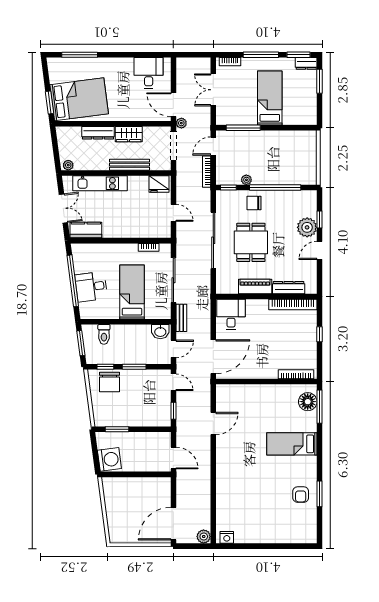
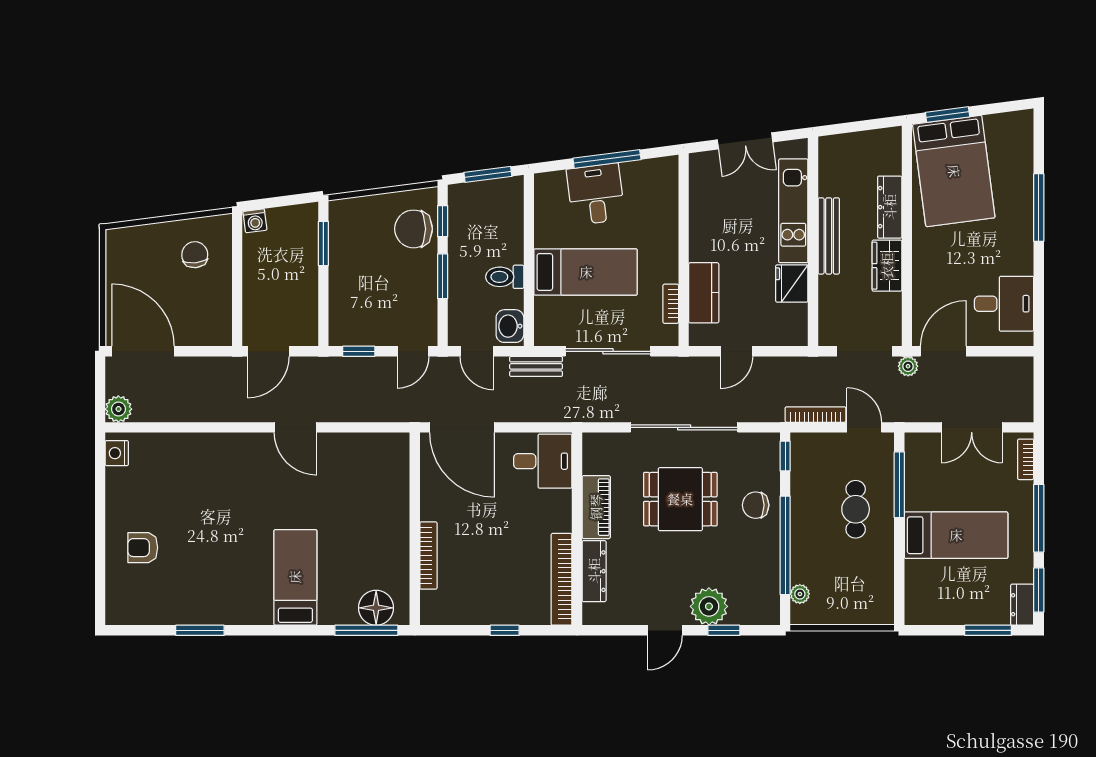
window: (80, 55) -> (1039, 208), moved
double door: (213, 90) -> (972, 427), swing flipped
cafe table: (256, 151) -> (856, 509), added
plant: (68, 165) -> (828, 150), removed
bench: (130, 165) -> (829, 236), moved
plant: (246, 180) -> (800, 594), moved
fridge: (159, 184) -> (792, 283), moved
chair: (254, 203) -> (756, 505), turned -90
kitchen counter: (86, 230) -> (704, 293), moved
door: (320, 250) -> (665, 630), swing flipped
window: (73, 281) -> (607, 159), width x0.68
toilet: (104, 334) -> (505, 277), moved
bookcase: (296, 374) -> (428, 556), moved
door: (213, 424) -> (295, 427), moved
washing machine: (109, 459) -> (255, 221), width x0.53, depth x0.53
armchair: (301, 495) -> (143, 548), moved
chair: (123, 497) -> (195, 255), added

